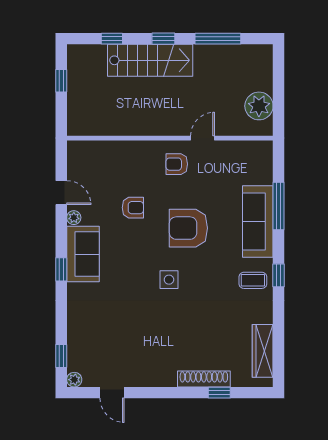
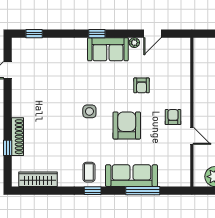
plant: (74, 380) -> (17, 43), removed

